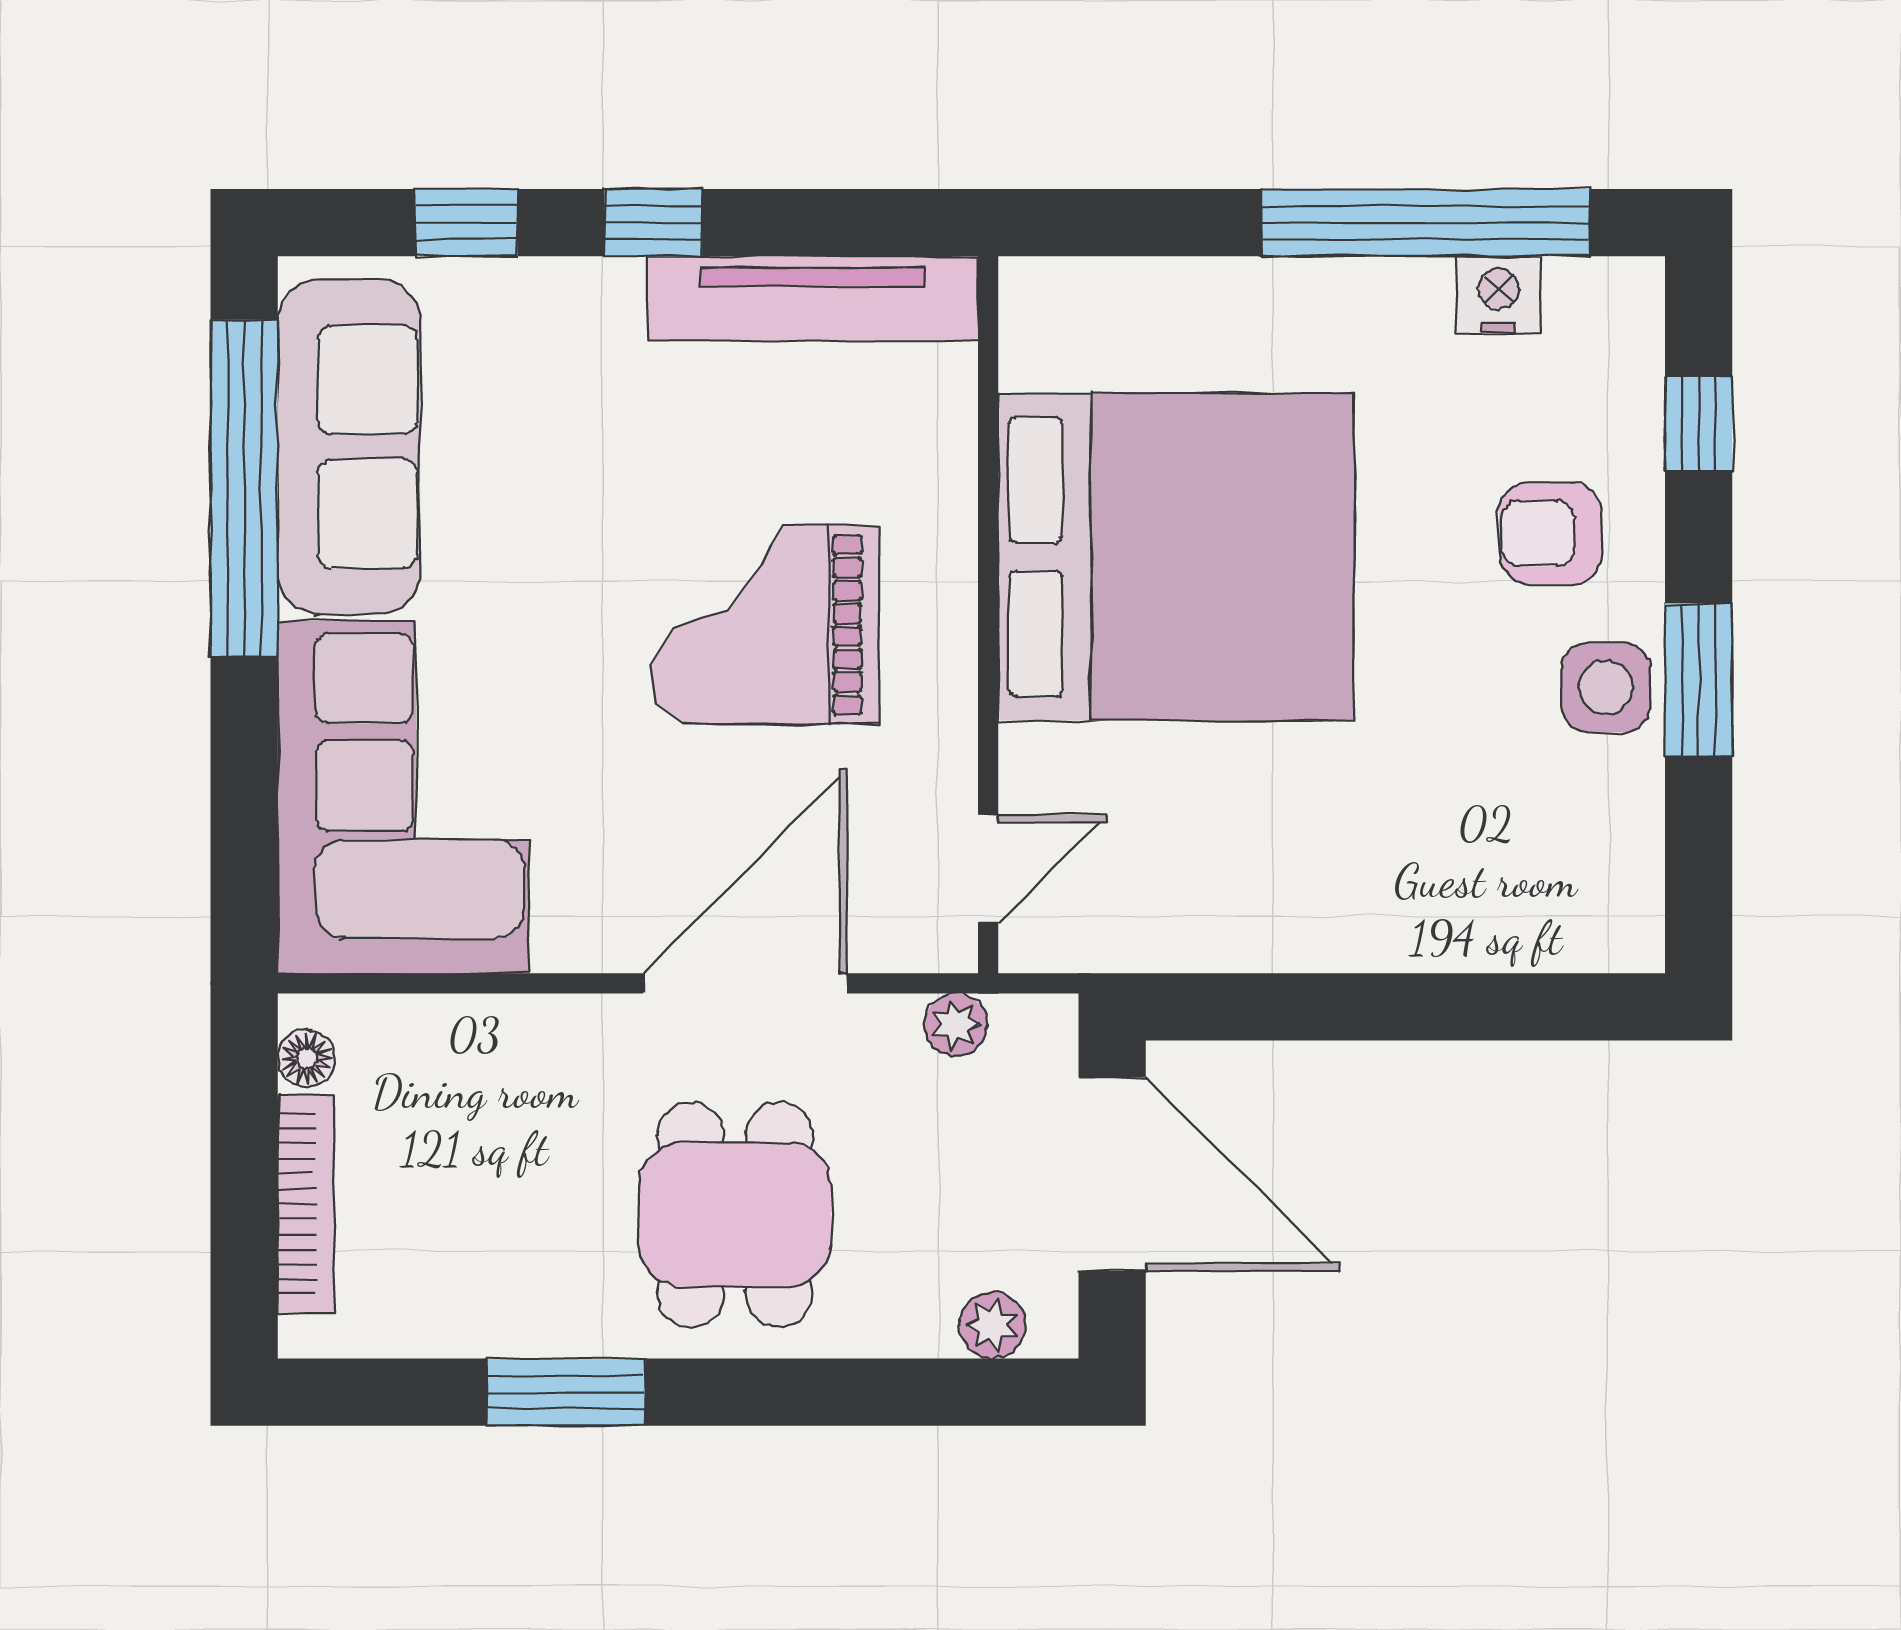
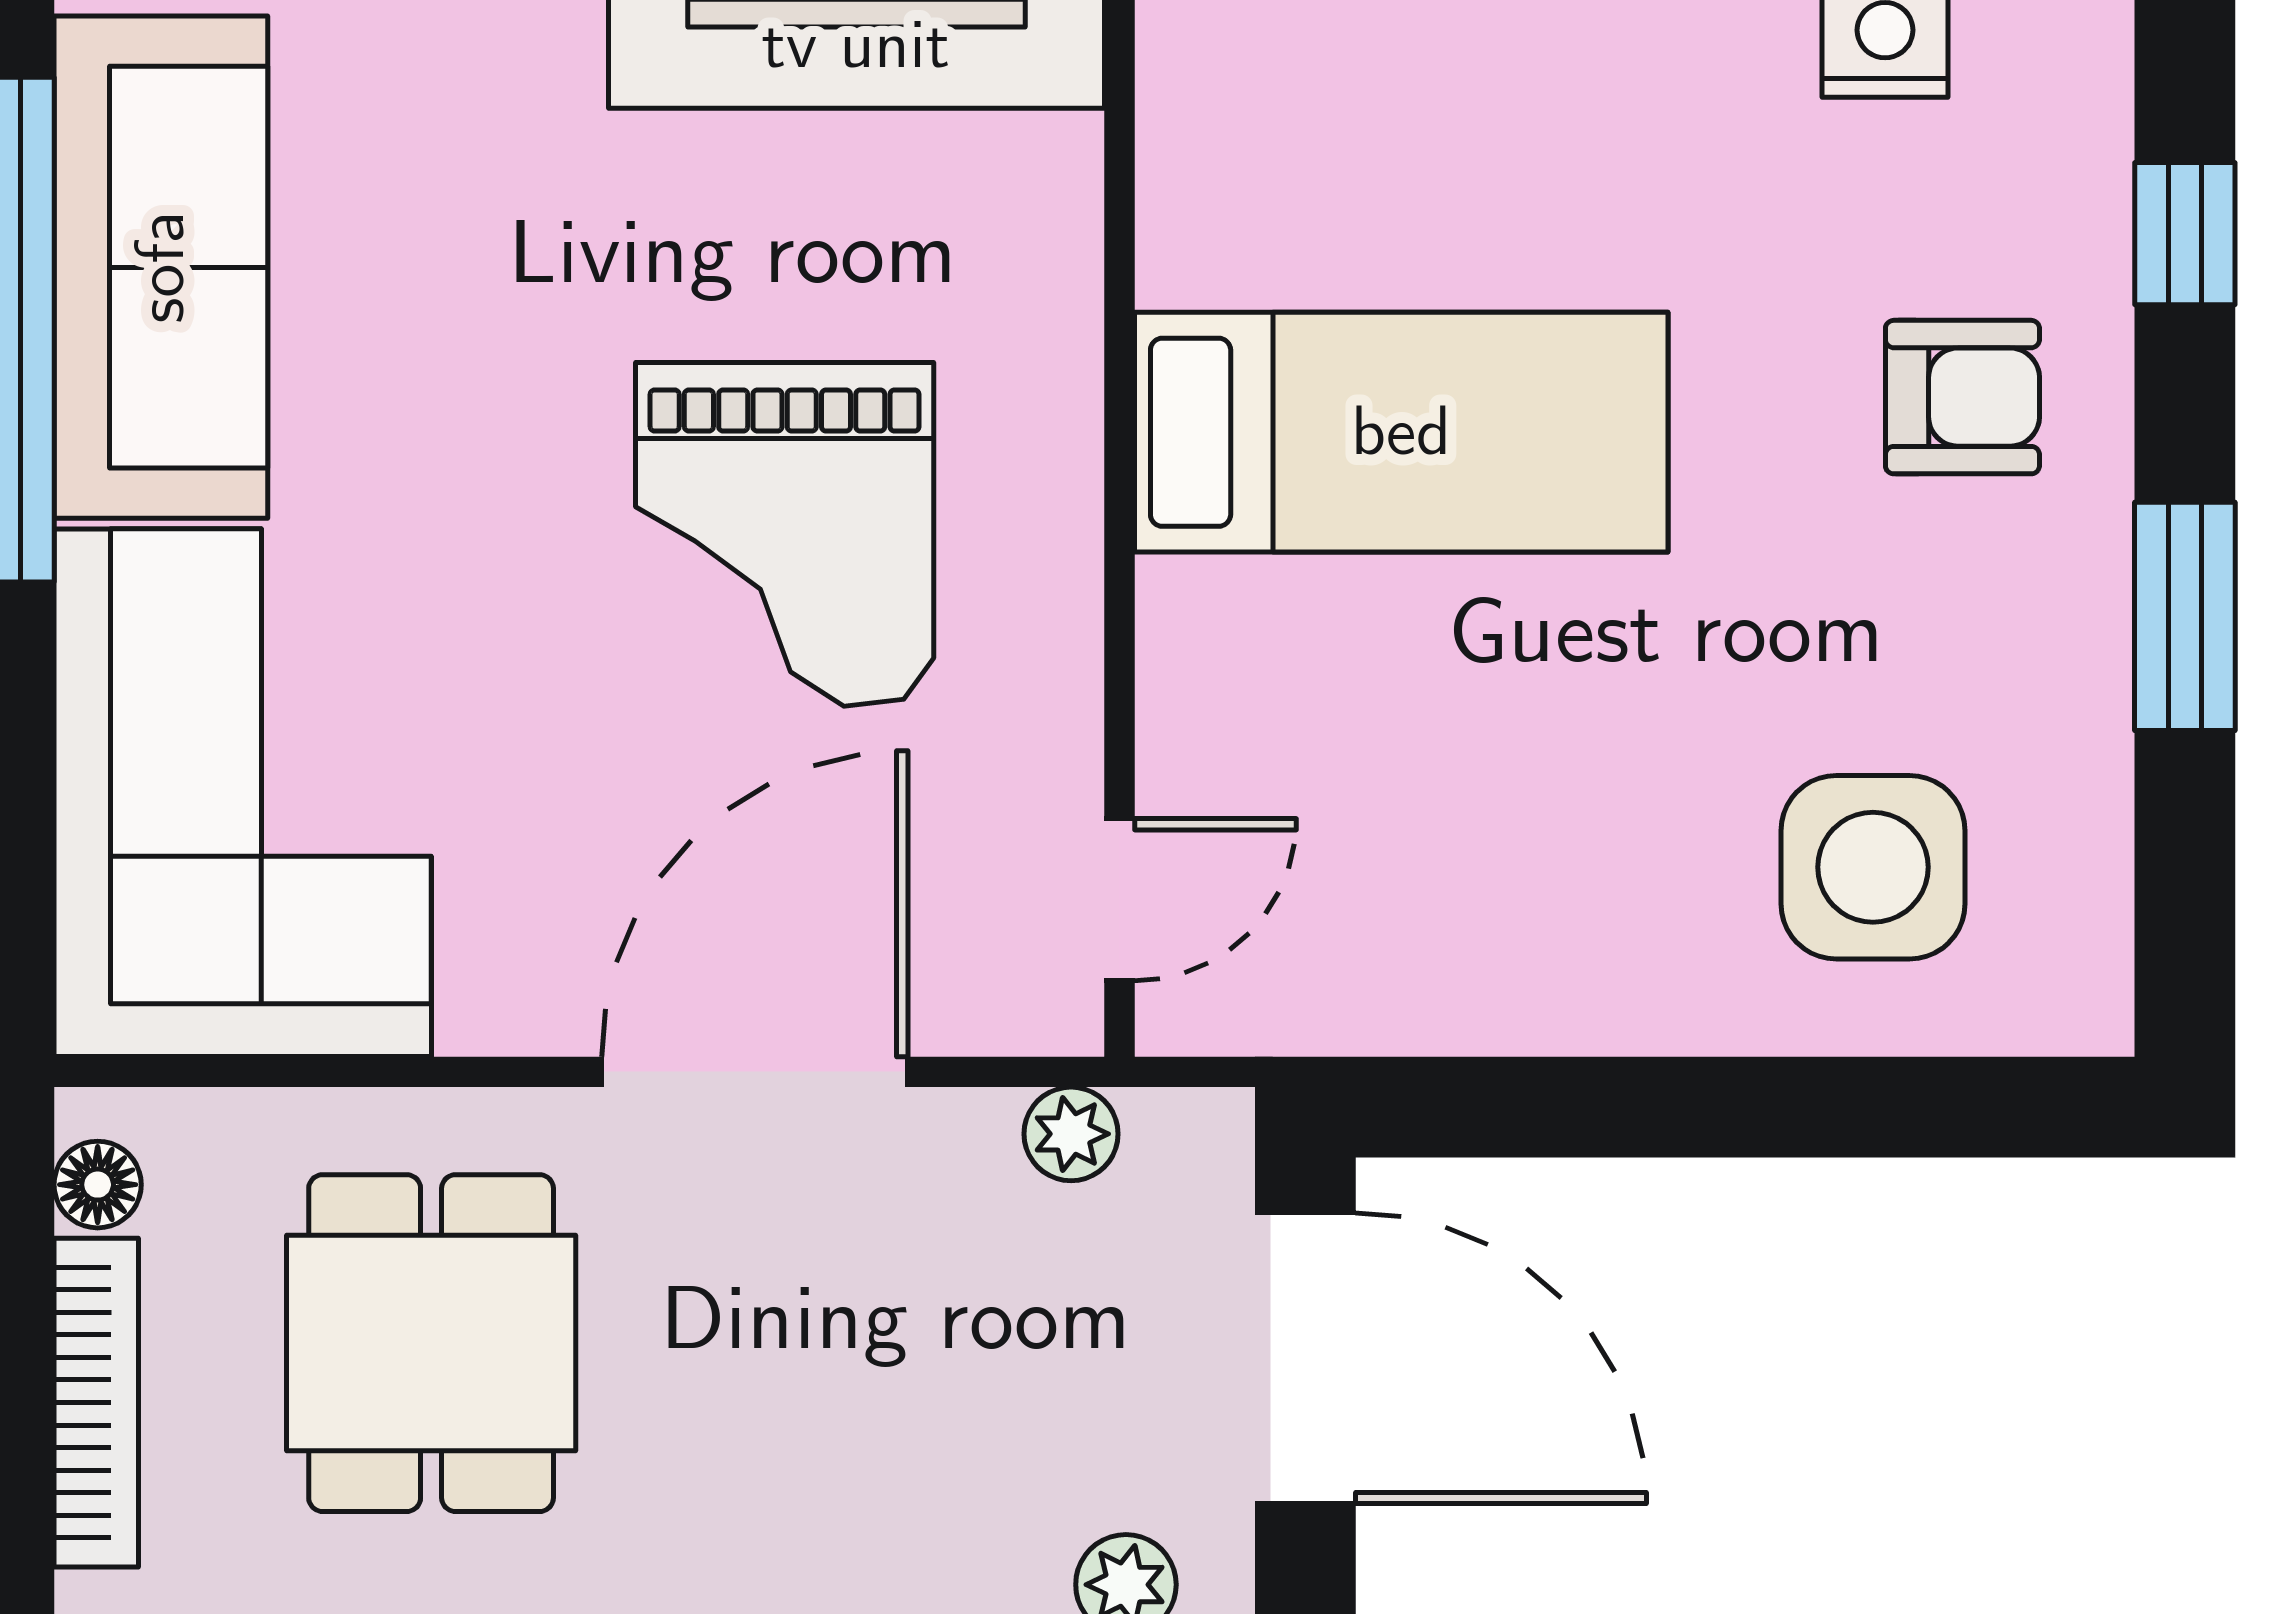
armchair: (1550, 533) -> (1962, 397), turned 180
bed: (1176, 557) -> (1401, 432), width x0.49
grand piano: (765, 625) -> (785, 534), turned -90
side table: (1606, 687) -> (1873, 867), moved, width x1.37, depth x1.37
dining table: (735, 1215) -> (431, 1343), moved

